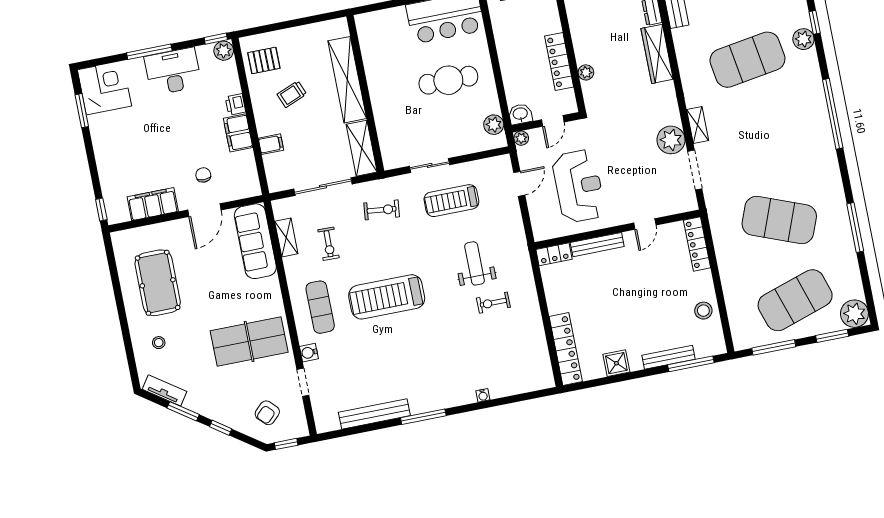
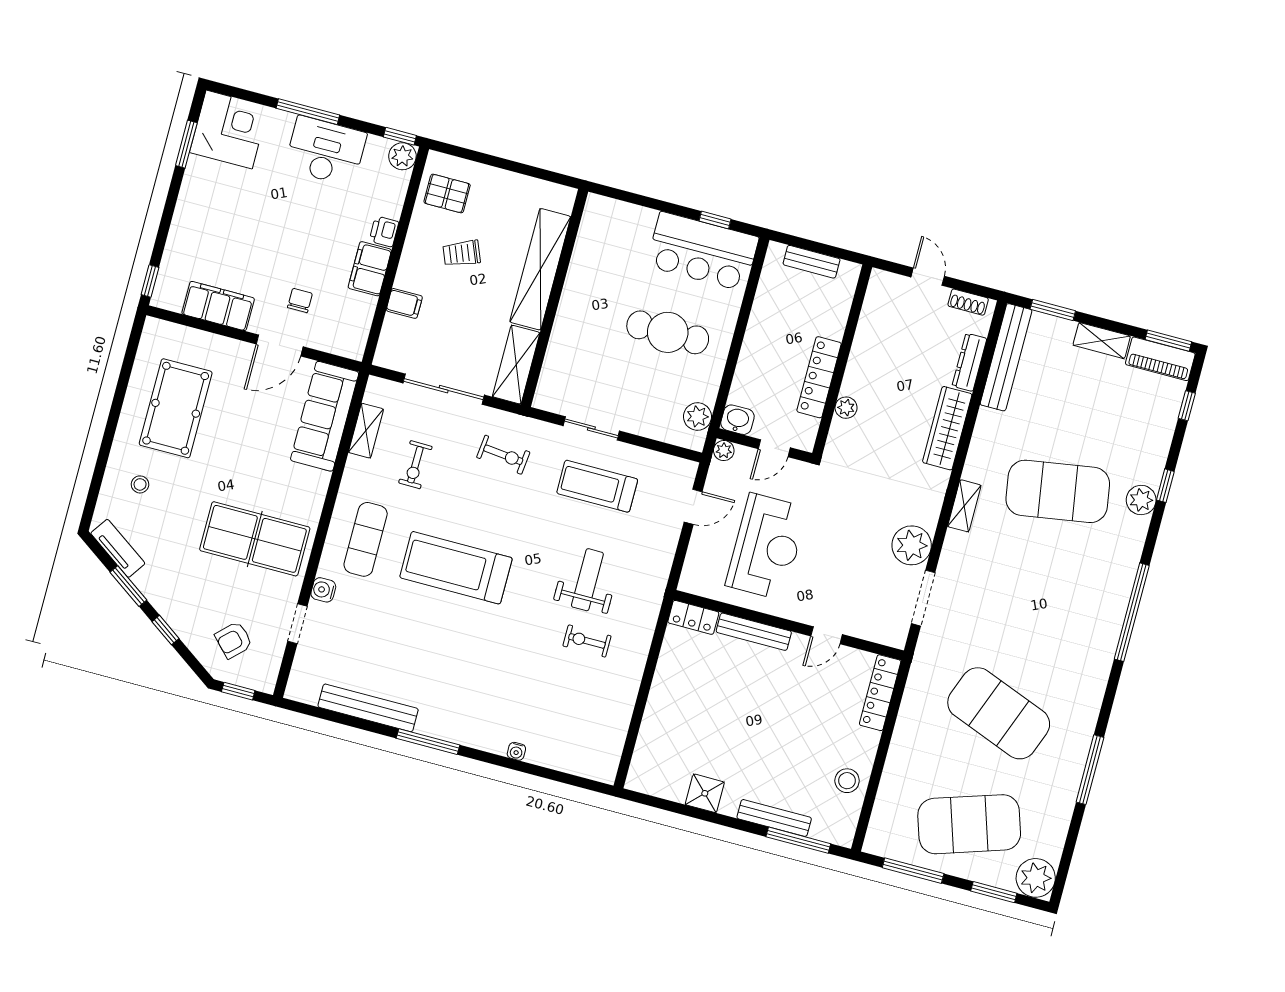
shelving: (698, 125) -> (964, 506), moved
locker: (566, 349) -> (650, 744), removed

